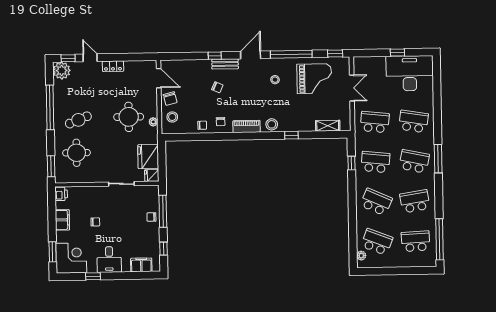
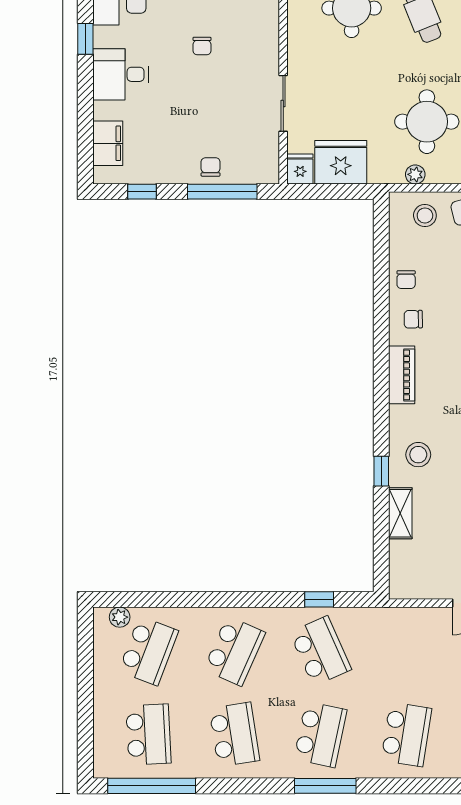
school desk: (375, 122) -> (406, 651), removed
stool: (272, 124) -> (418, 455), moved
shelving: (328, 126) -> (400, 513), moved
school desk: (375, 162) -> (320, 651), turned -30

